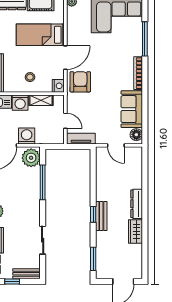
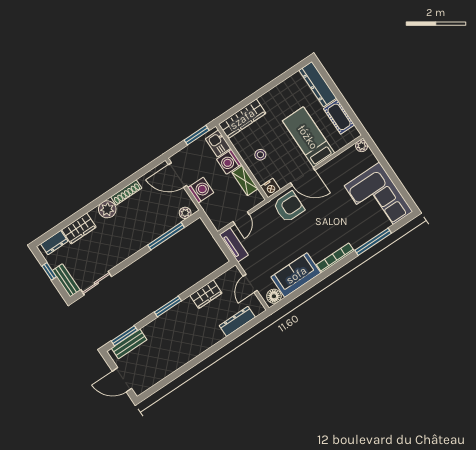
plant: (31, 158) -> (185, 213), width x0.53, depth x0.53
dresser: (137, 204) -> (237, 321), moved
window: (93, 214) -> (168, 306), width x1.50
bench: (101, 216) -> (129, 344), moved
wardrobe: (135, 231) -> (206, 294), moved, turned 180
sliding door: (43, 240) -> (96, 283), moved

